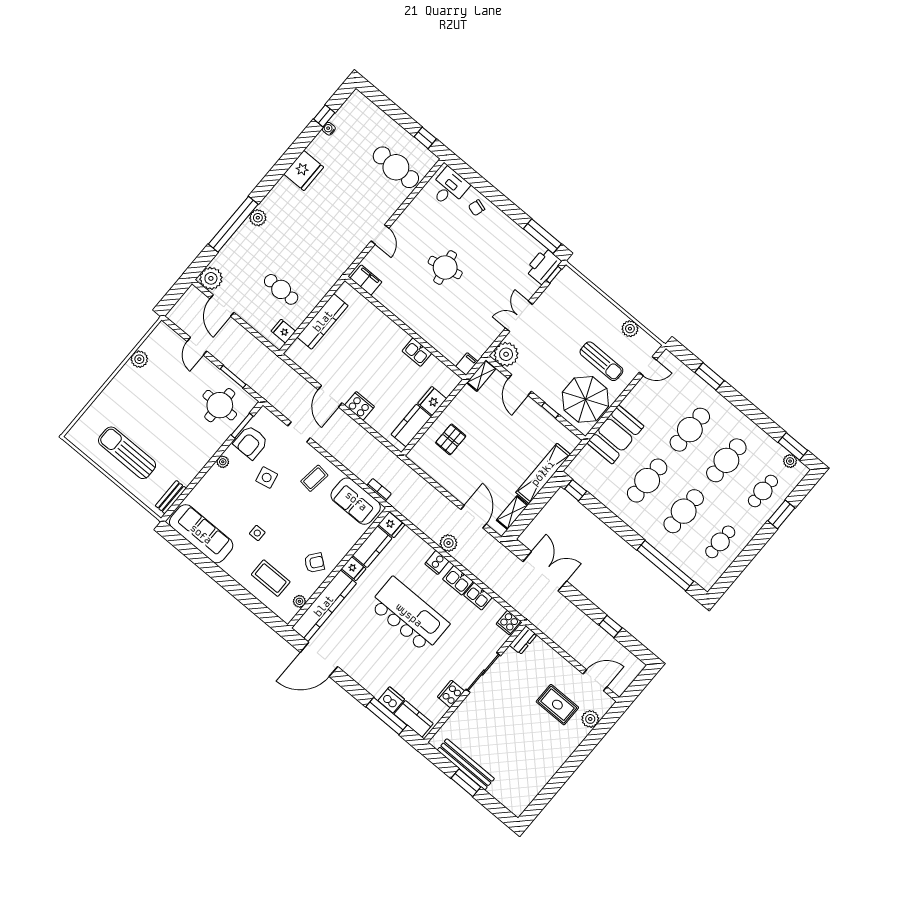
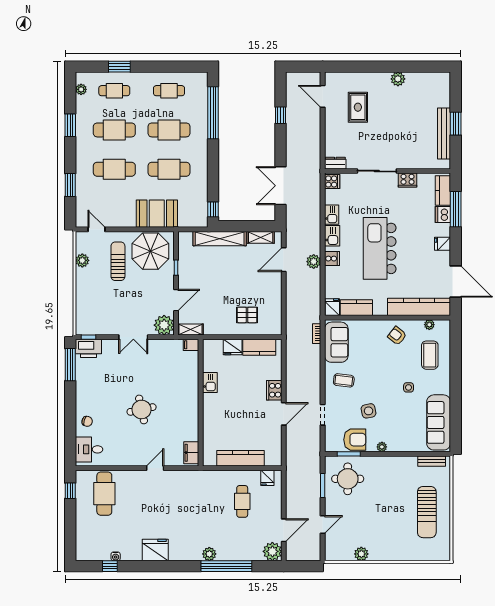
window: (793, 446) -> (70, 125), moved
fridge: (354, 569) -> (443, 244), moved, turned -90
plant: (590, 719) -> (398, 79), moved

